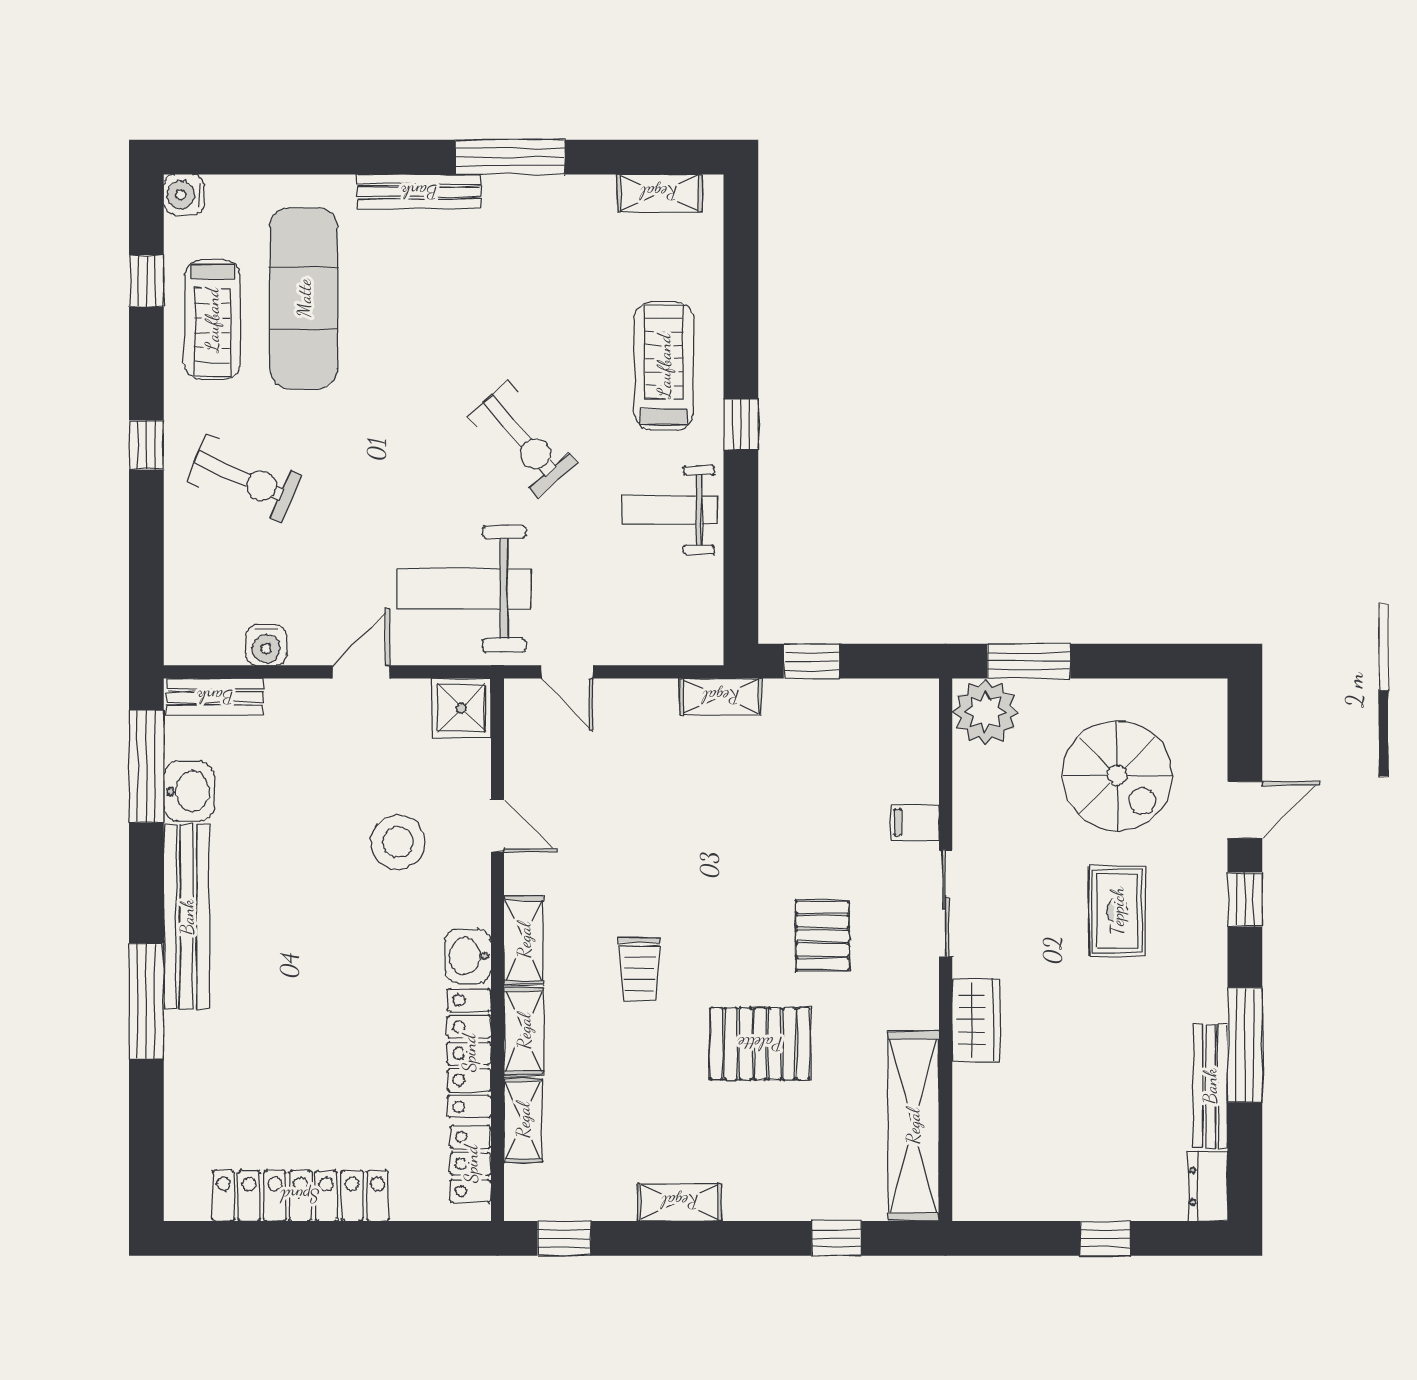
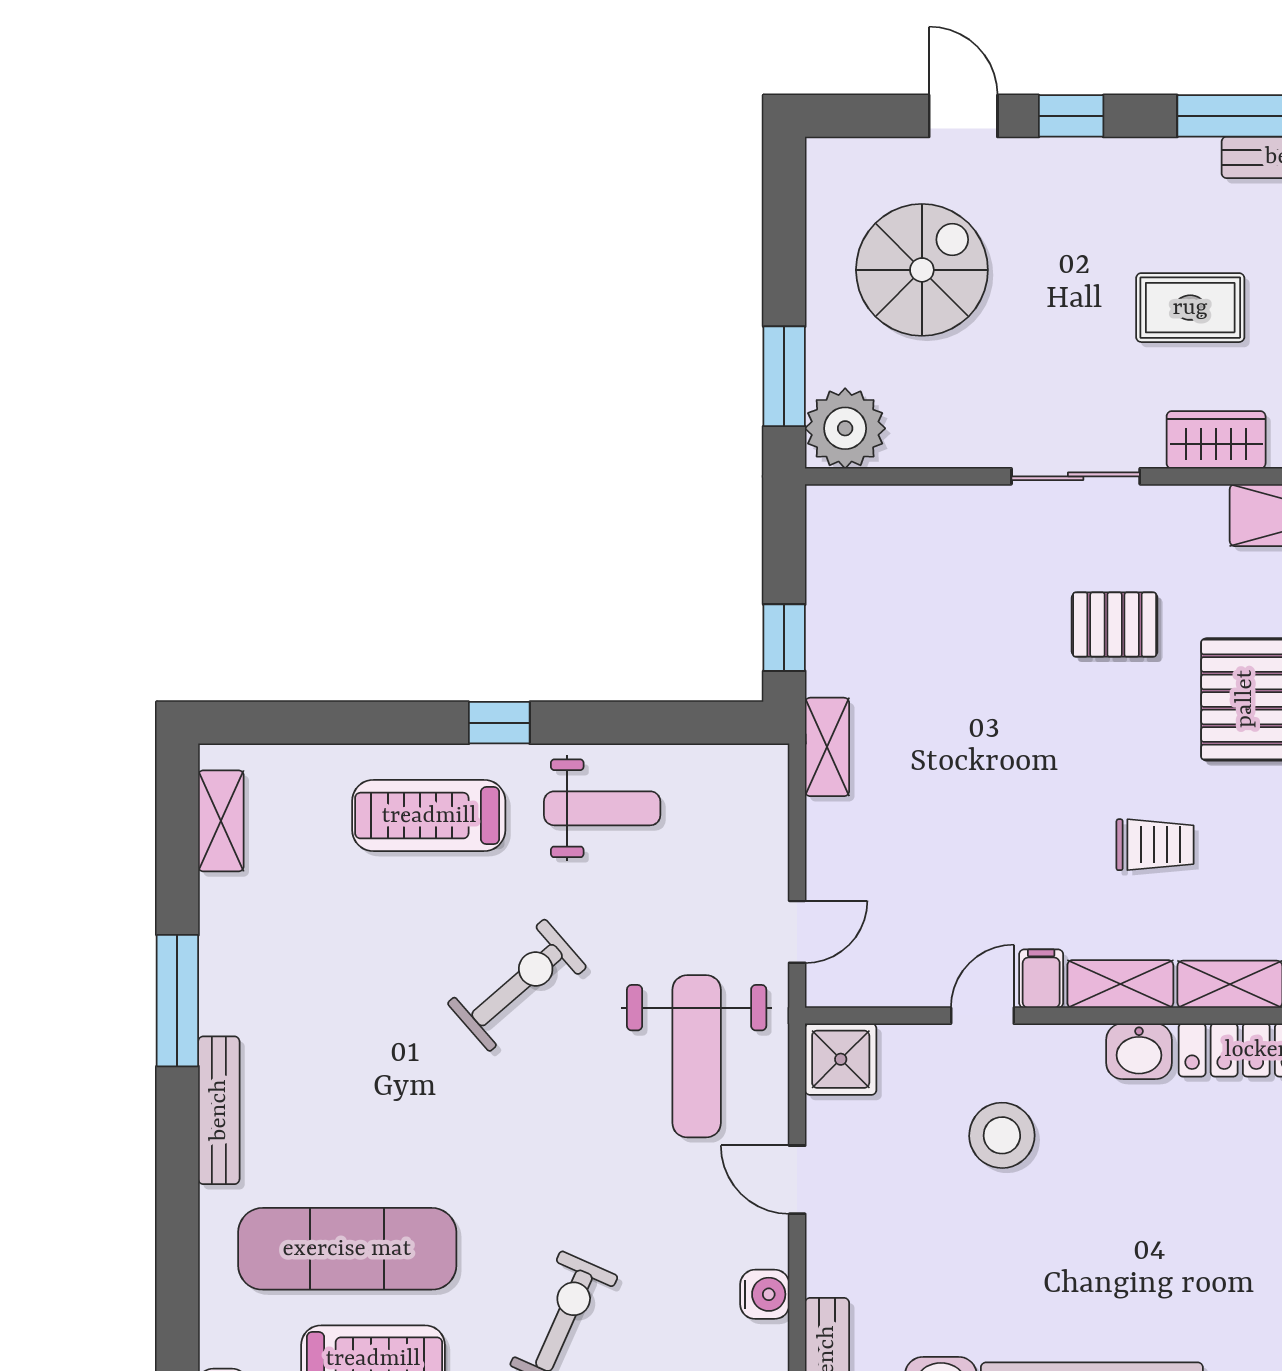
weight bench: (670, 510) -> (602, 808), turned -90
filing cabinet: (915, 822) -> (1041, 979), moved, turned 180
rug: (1117, 911) -> (1190, 308), moved

